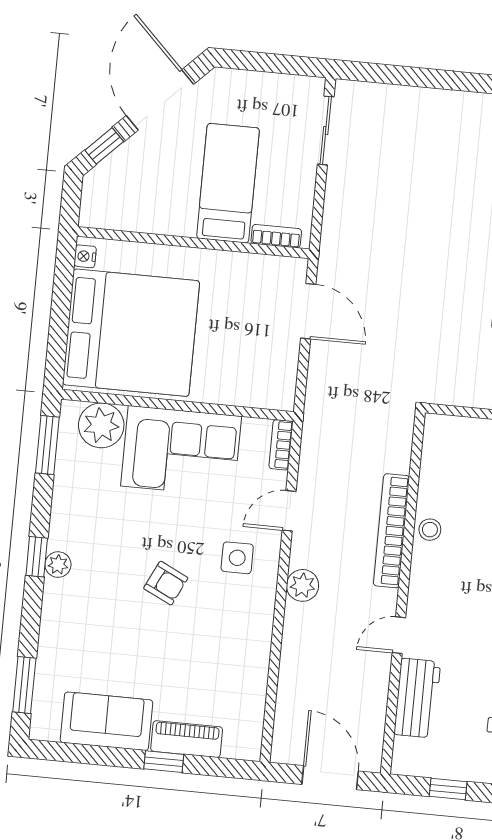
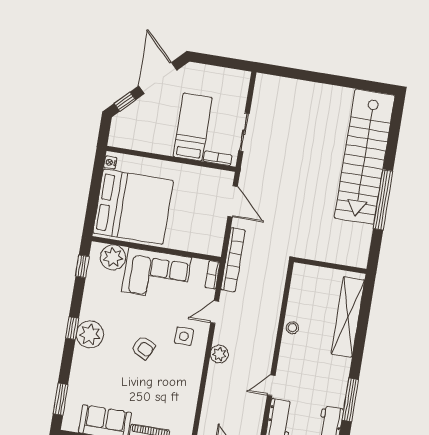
sliding door: (326, 130) -> (244, 132), moved
window: (47, 445) -> (82, 266), width x0.67
bookcase: (391, 531) -> (233, 260), moved, turned 180
plant: (58, 565) -> (90, 334), width x1.88, depth x1.88

